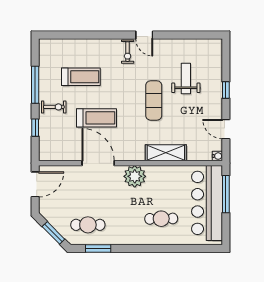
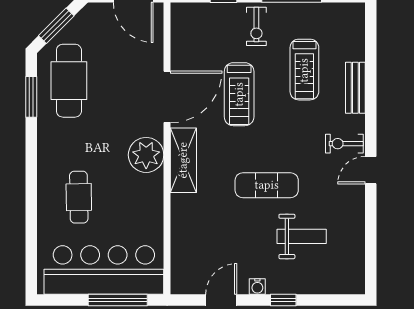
bench: (92, 45) -> (355, 88), added
shelving: (166, 153) -> (183, 160), moved
water cooler: (217, 156) -> (257, 286), moved
cafe table: (88, 225) -> (69, 81), width x1.37, depth x1.35

